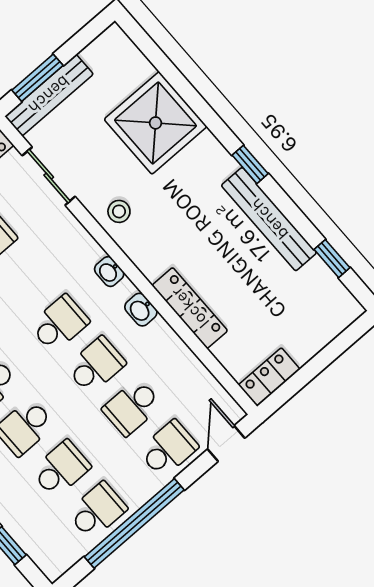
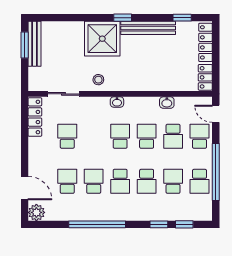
window: (37, 78) -> (25, 45), moved
bench: (49, 95) -> (34, 44), moved
shower: (156, 123) -> (102, 39), moved
locker: (190, 308) -> (205, 42), moved, turned -90
washbasin: (141, 310) -> (167, 103), moved
school desk: (97, 511) -> (199, 181), turned 180

